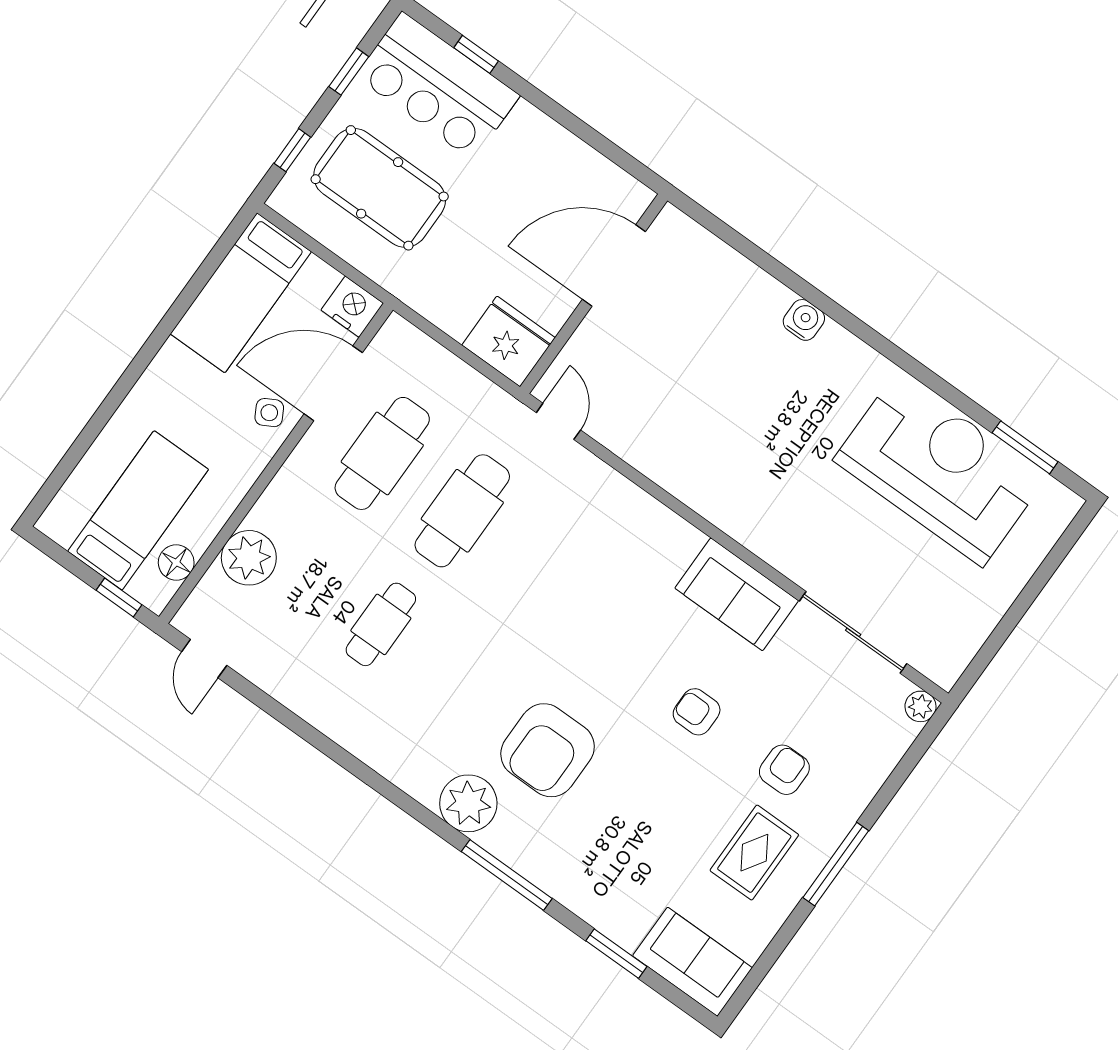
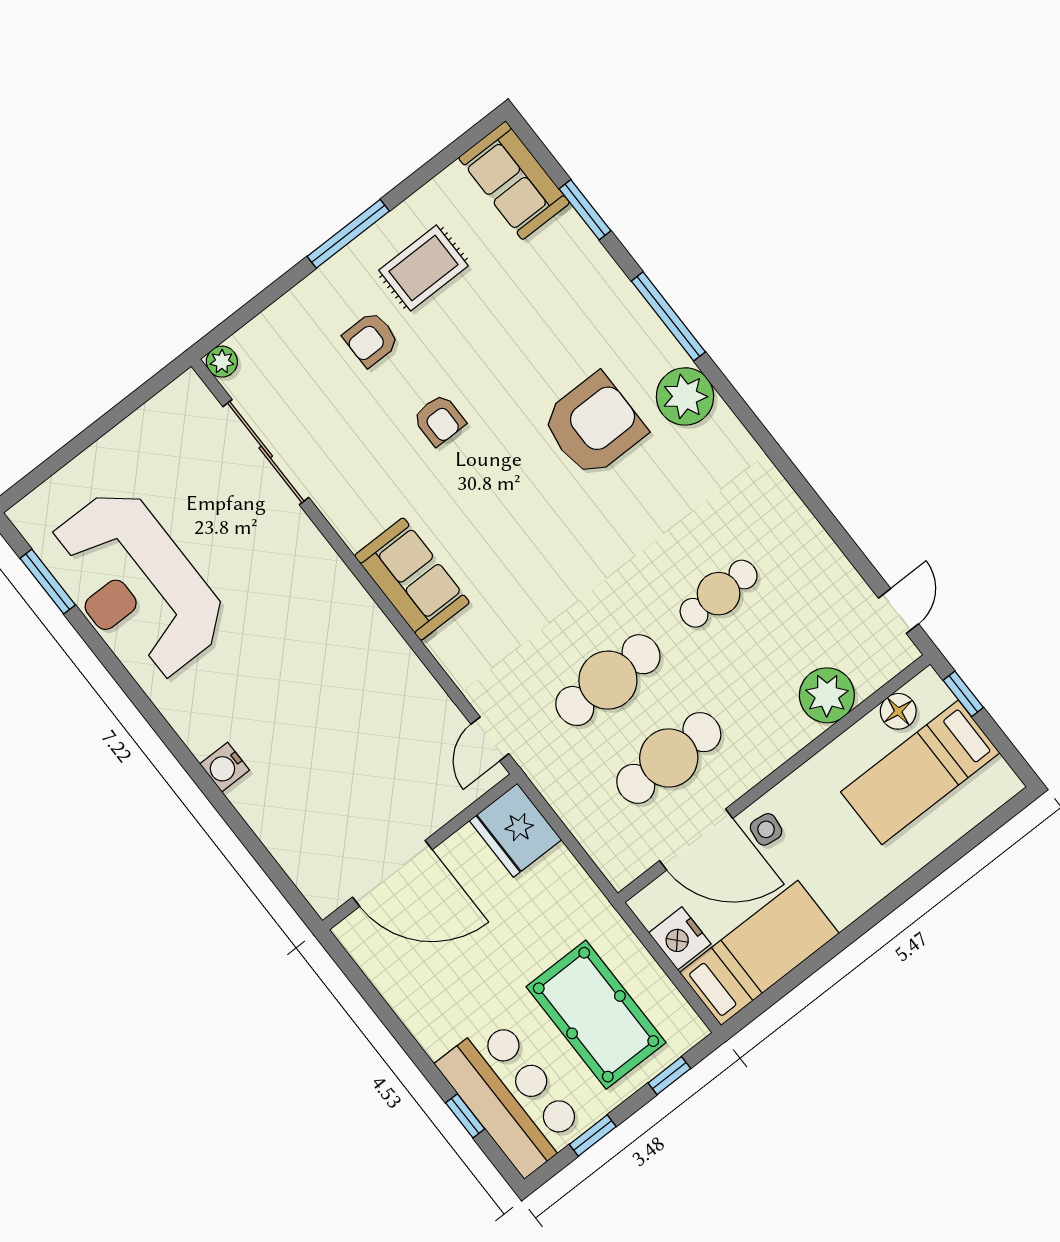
nightstand: (352, 307) -> (680, 938), moved
side table: (269, 413) -> (766, 829), turned 36
sofa: (737, 594) -> (412, 579), moved

